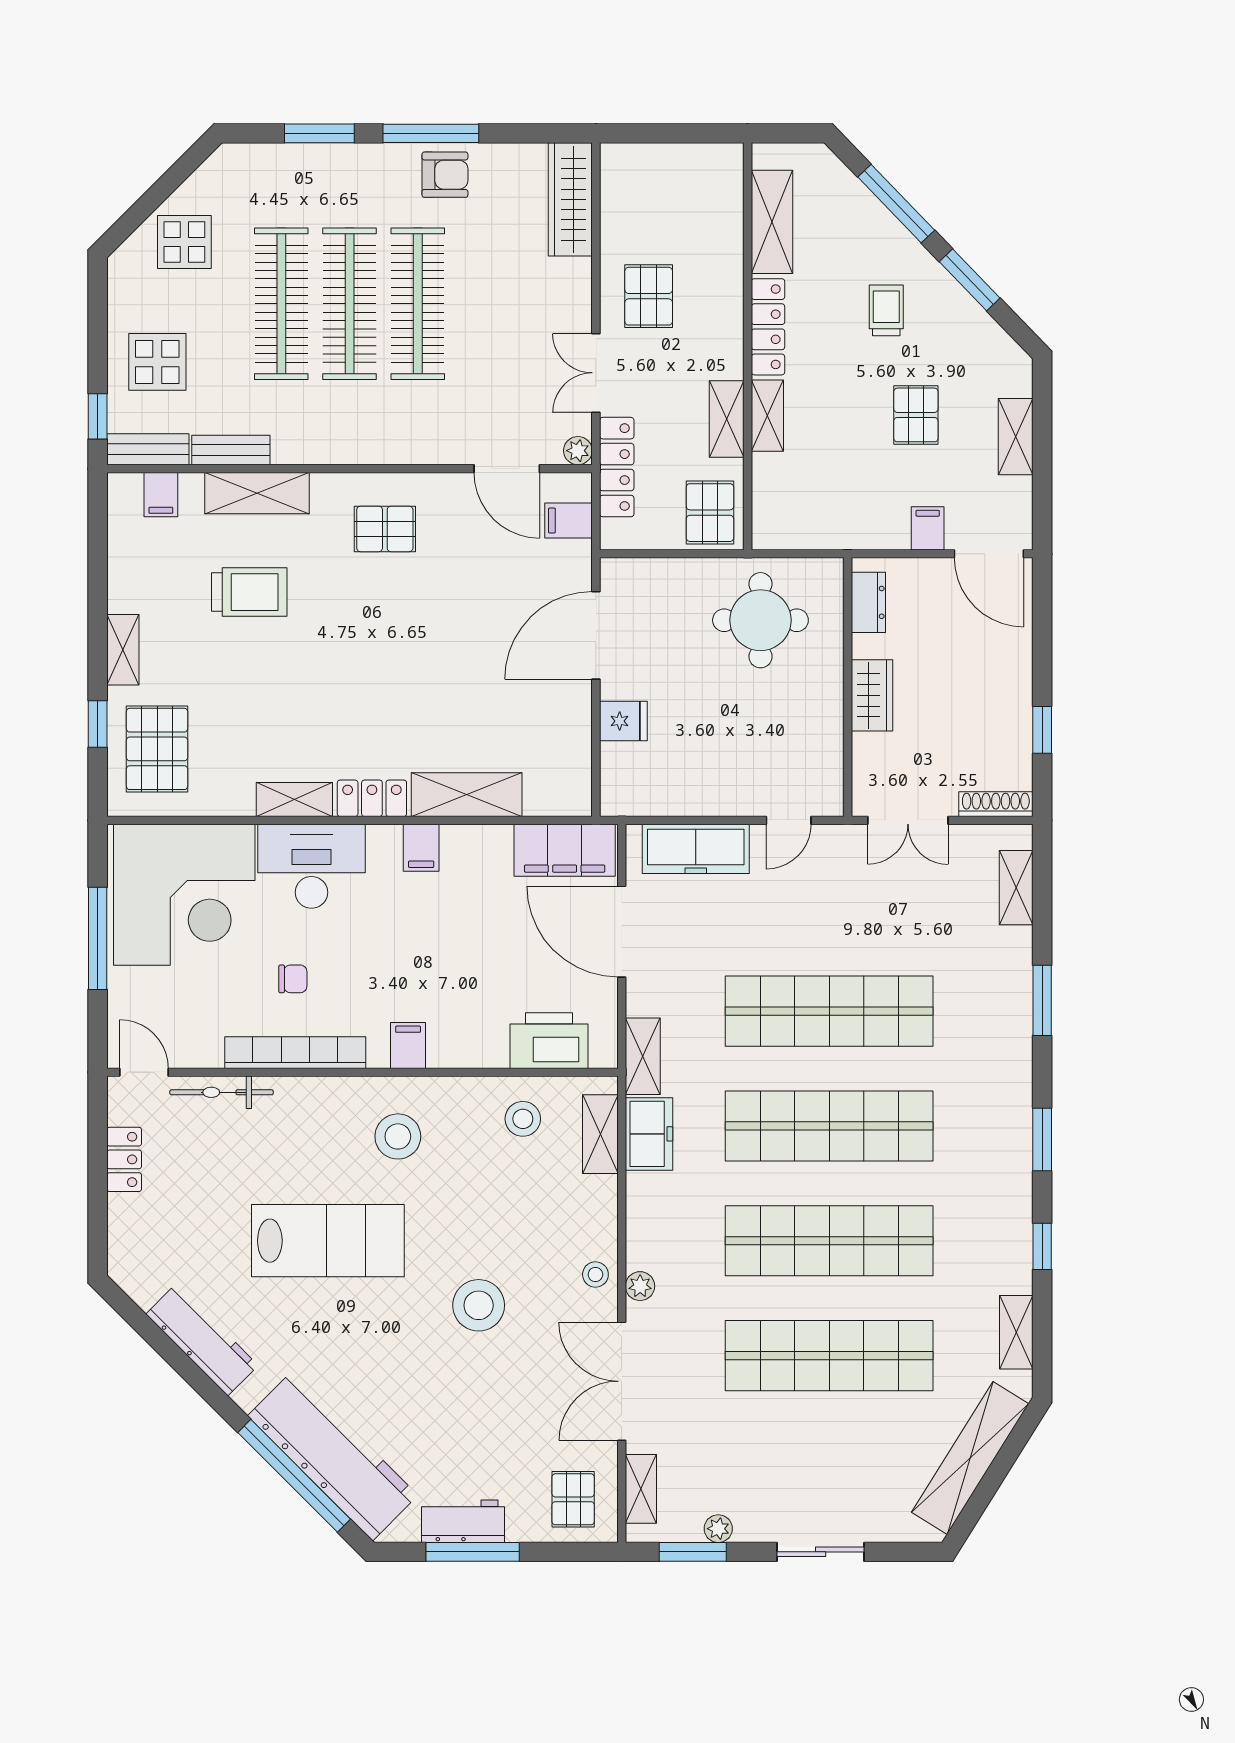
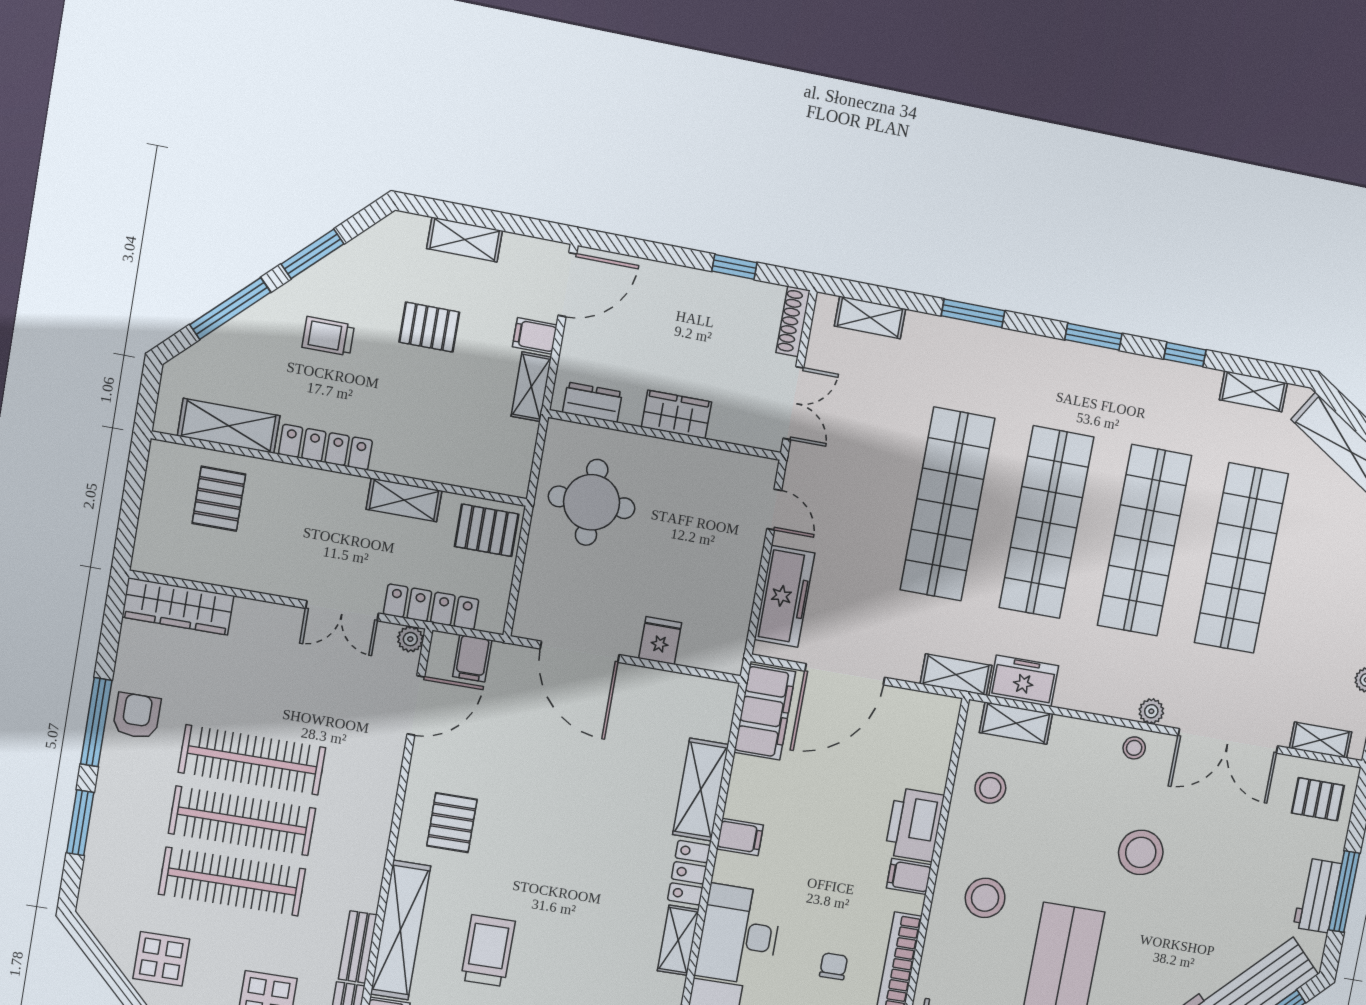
pallet: (649, 296) -> (219, 499), moved, turned 90
shelving: (767, 416) -> (531, 387), moved, turned 90
shelving: (257, 493) -> (400, 930), width x1.47
printer: (549, 1041) -> (914, 825), moved

